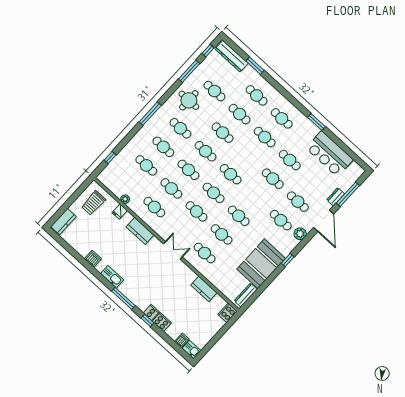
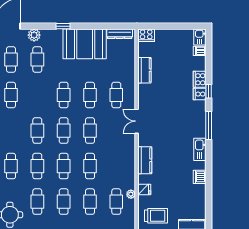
cafe table: (154, 207) -> (116, 202), moved

